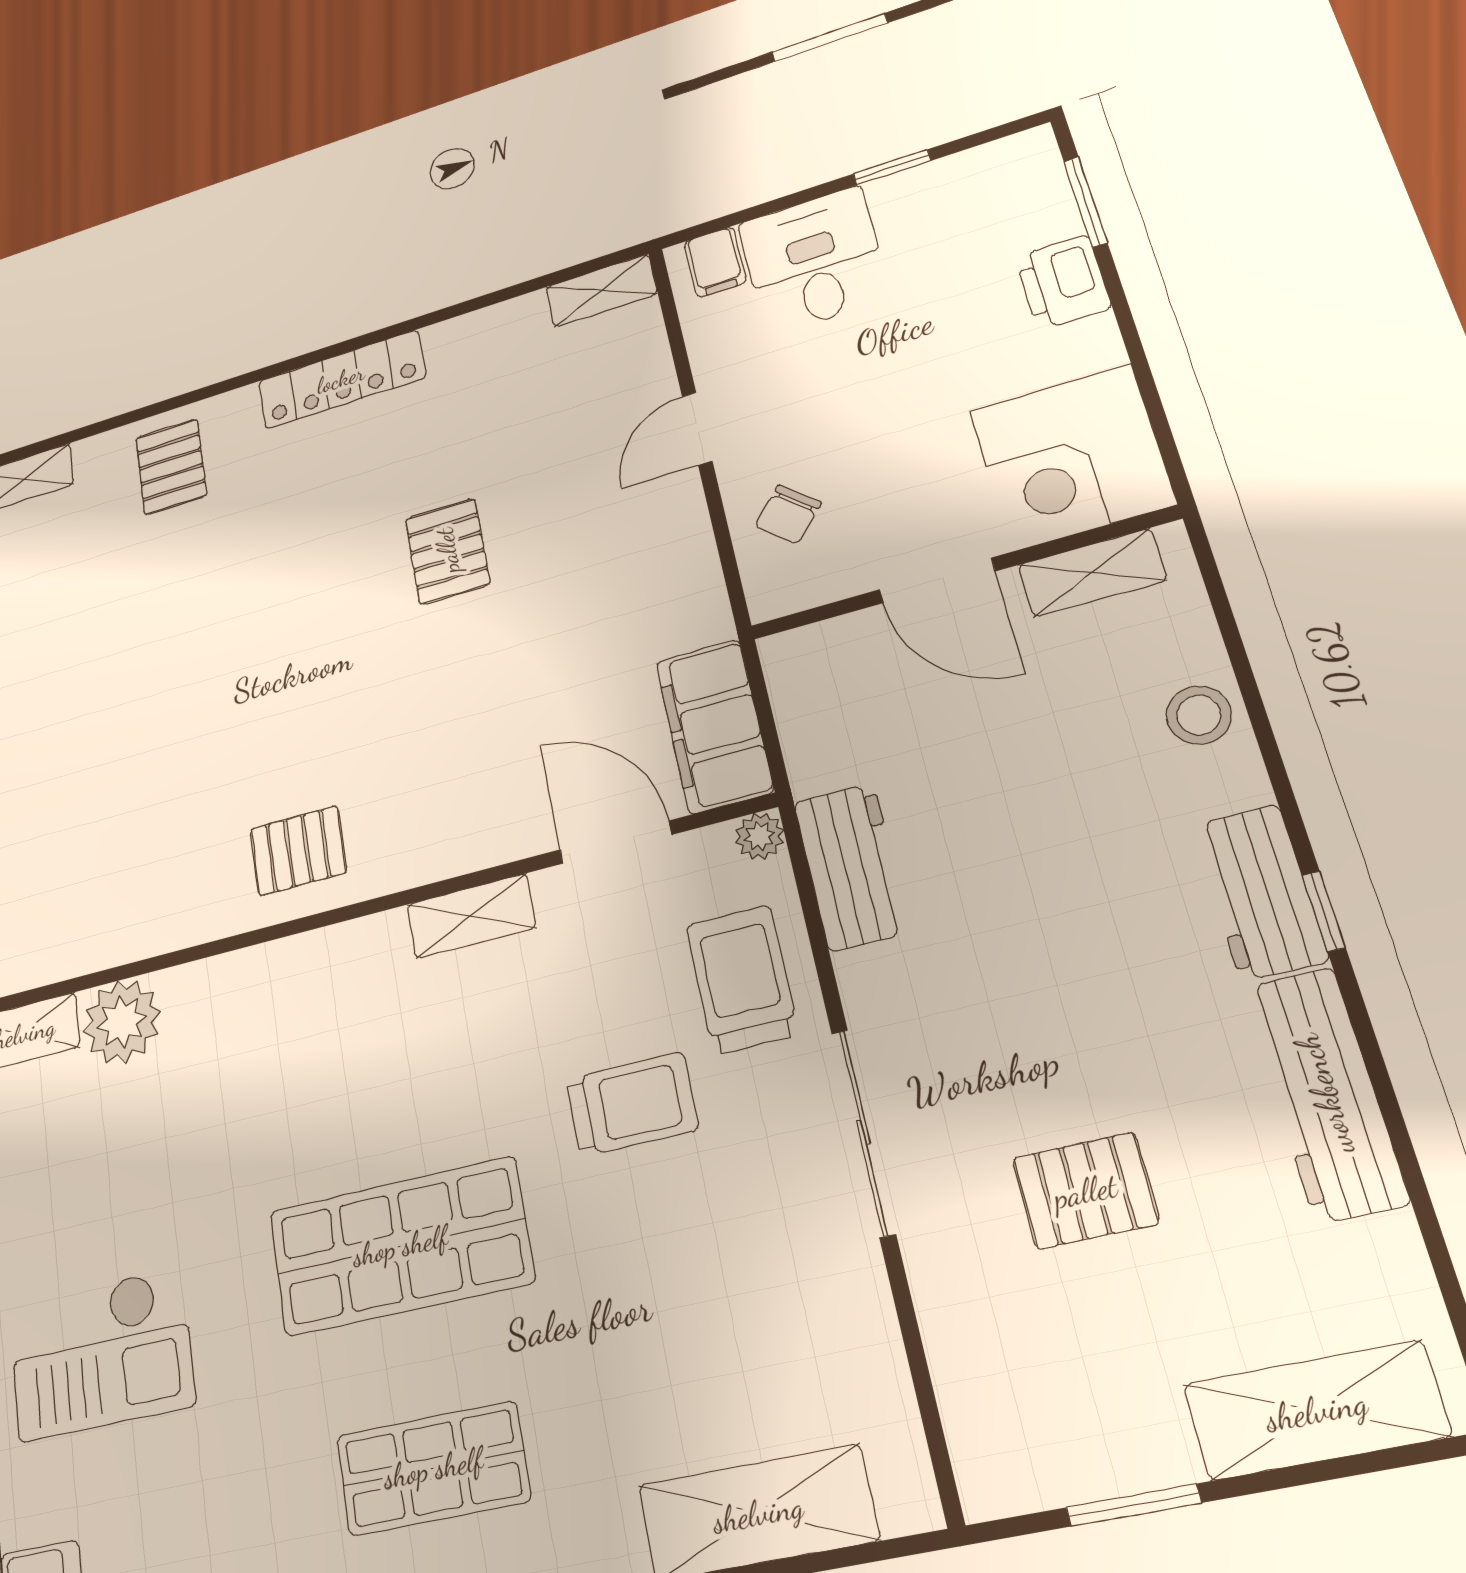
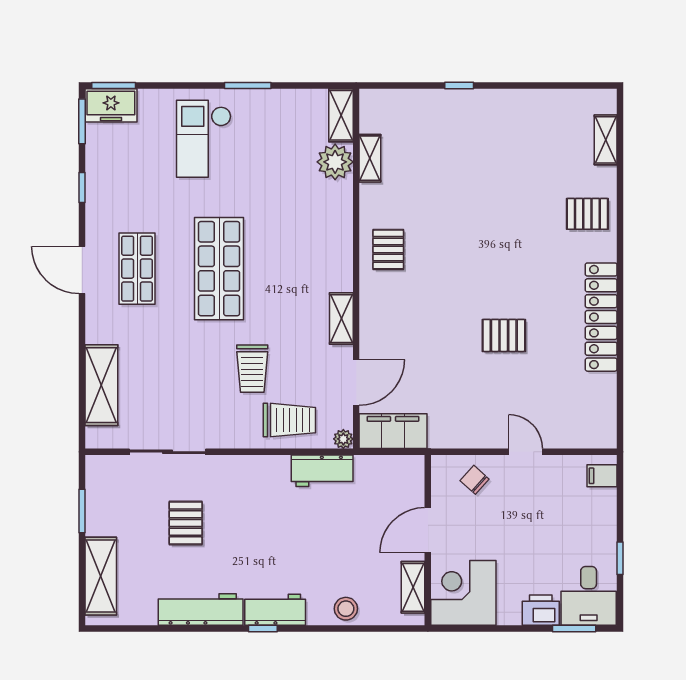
desk: (814, 261) -> (589, 596), moved, turned 90
shelving: (601, 291) -> (370, 158), moved
locker: (341, 379) -> (601, 317), width x1.41, depth x1.21
sliding door: (863, 1132) -> (168, 452), moved

